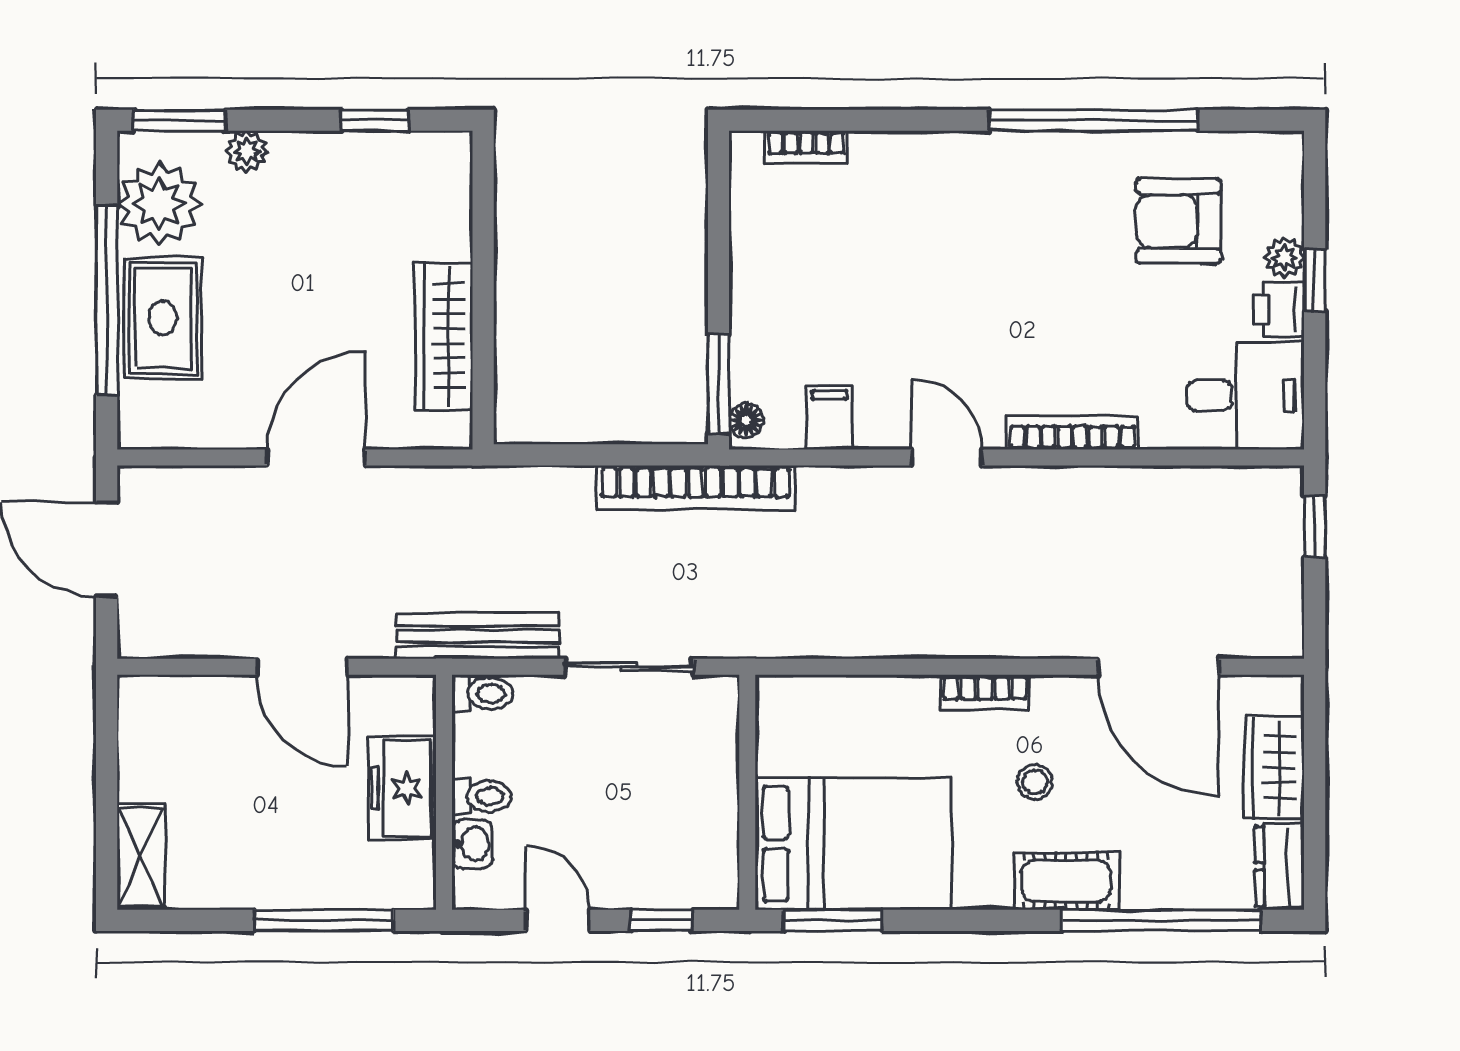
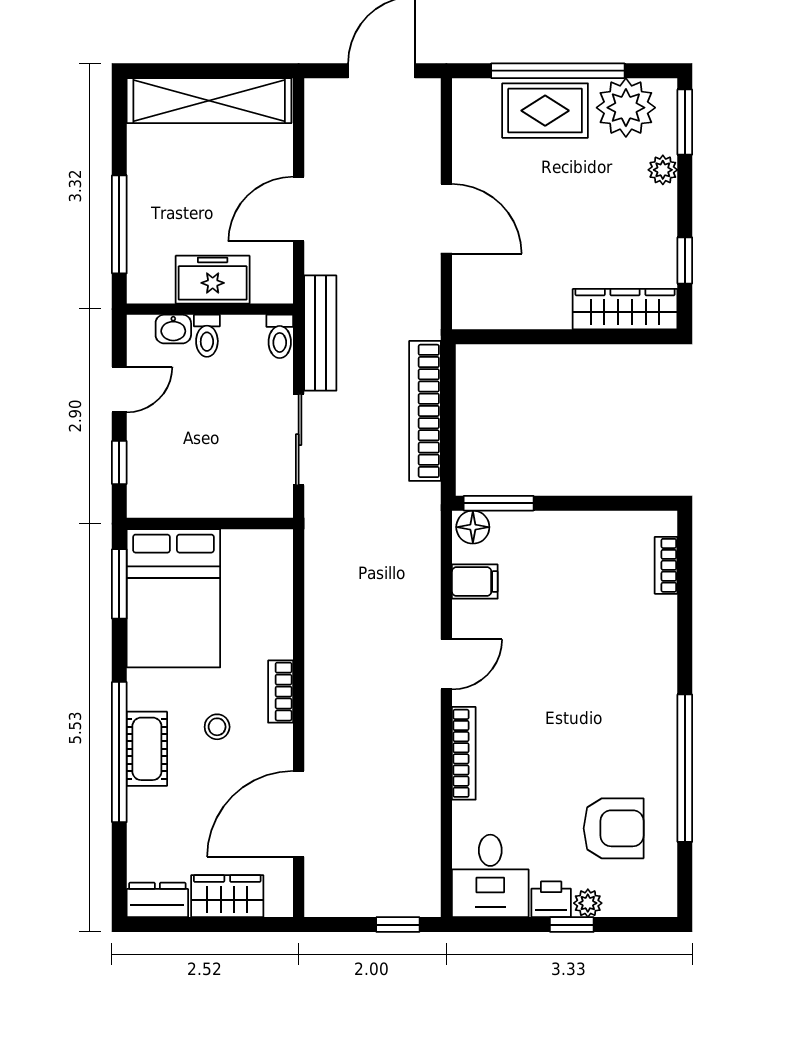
armchair: (1179, 221) -> (614, 828), turned 90
wardrobe: (444, 336) -> (625, 309), moved
floor lamp: (746, 420) -> (473, 527), width x1.37, depth x1.37
bookcase: (696, 488) -> (425, 411), moved
shelving: (141, 857) -> (209, 101), width x2.20, depth x1.33
window: (1161, 920) -> (119, 752), moved

